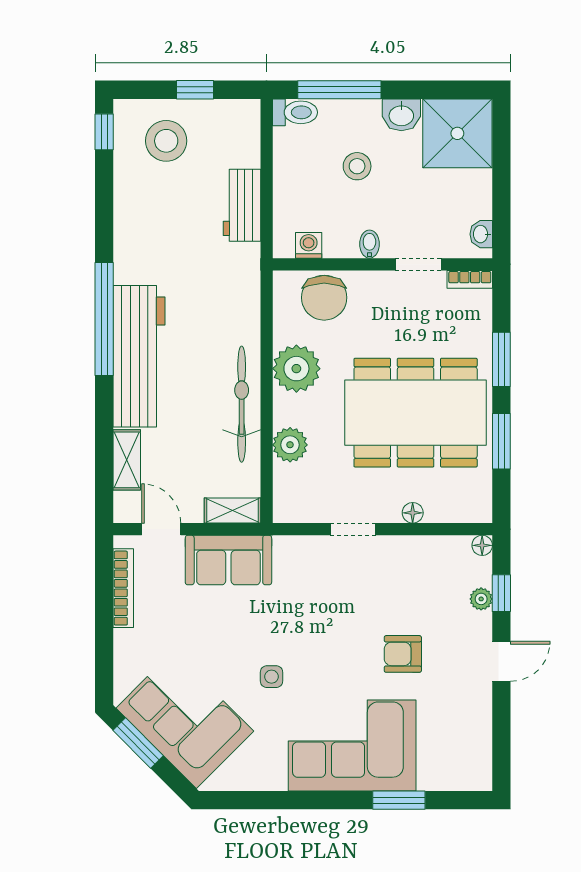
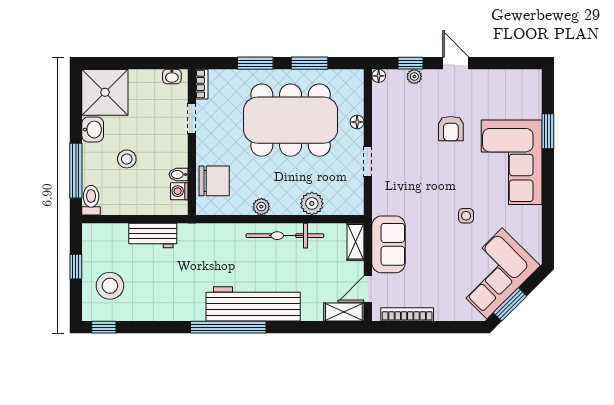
bidet: (369, 244) -> (179, 174), moved
plant: (296, 369) -> (261, 207), width x0.53, depth x0.53
dining table: (416, 413) -> (291, 120), turned 90
shelving: (127, 460) -> (344, 312), moved

